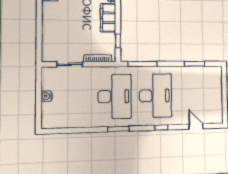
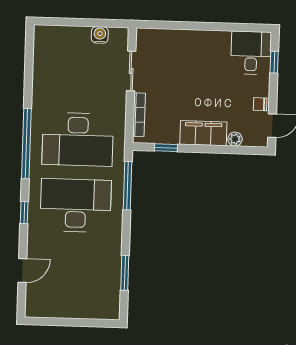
water cooler: (47, 96) -> (100, 35), moved
desk: (156, 96) -> (76, 205), turned 180
window: (118, 129) -> (26, 144), width x2.11

